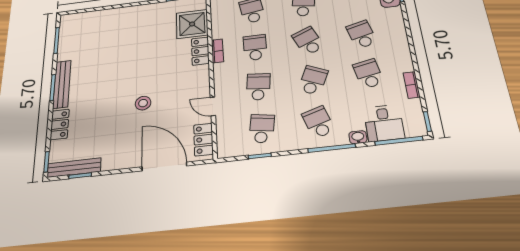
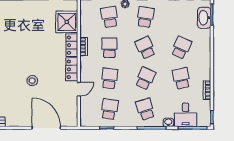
school desk: (362, 34) -> (181, 48), turned 39
door: (213, 106) -> (79, 89), swing flipped
locker: (203, 140) -> (72, 69), moved

